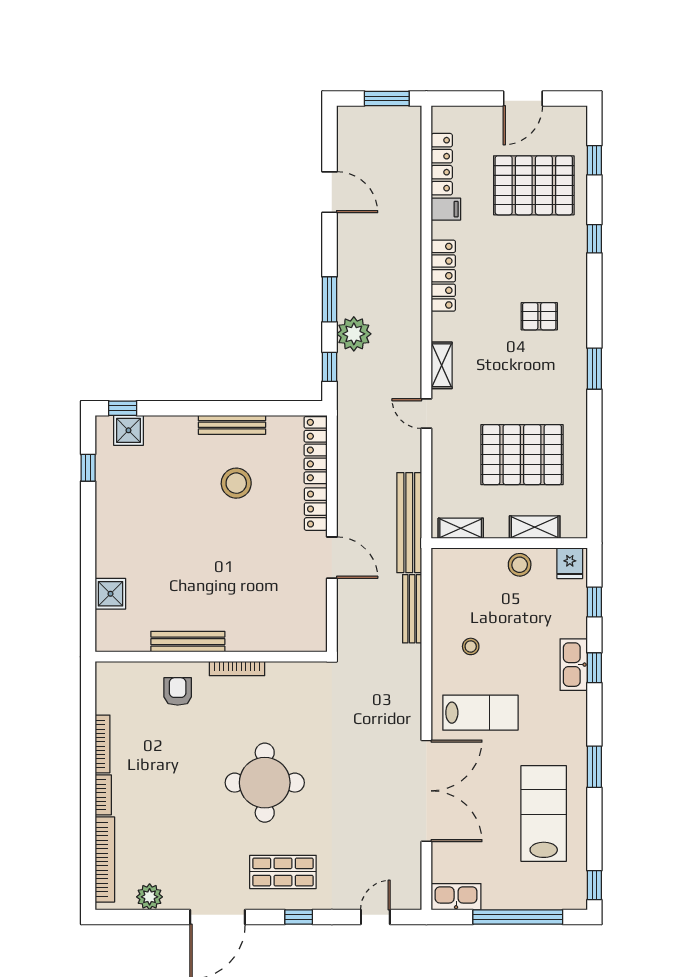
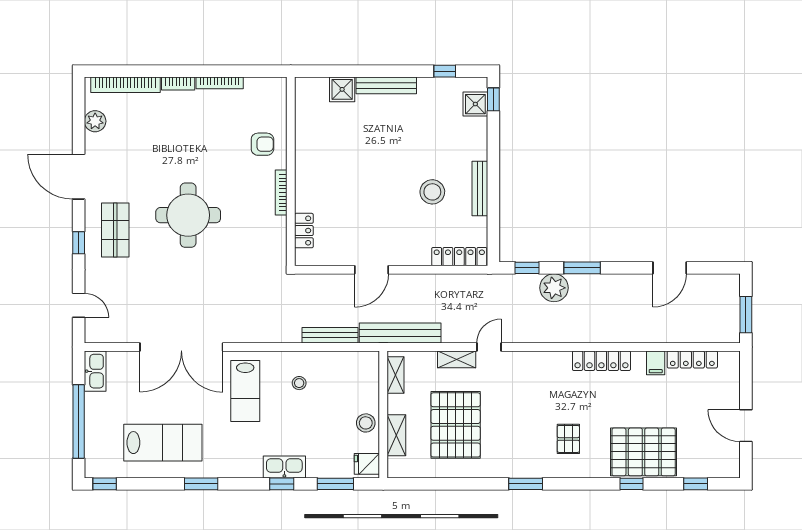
pallet: (534, 185) -> (644, 452), moved, turned 90
shelving: (442, 365) -> (457, 359), moved
locker: (316, 509) -> (304, 231), moved, turned 90
window: (594, 602) -> (335, 484), width x1.50
bench: (188, 642) -> (386, 85), moved, turned 90

